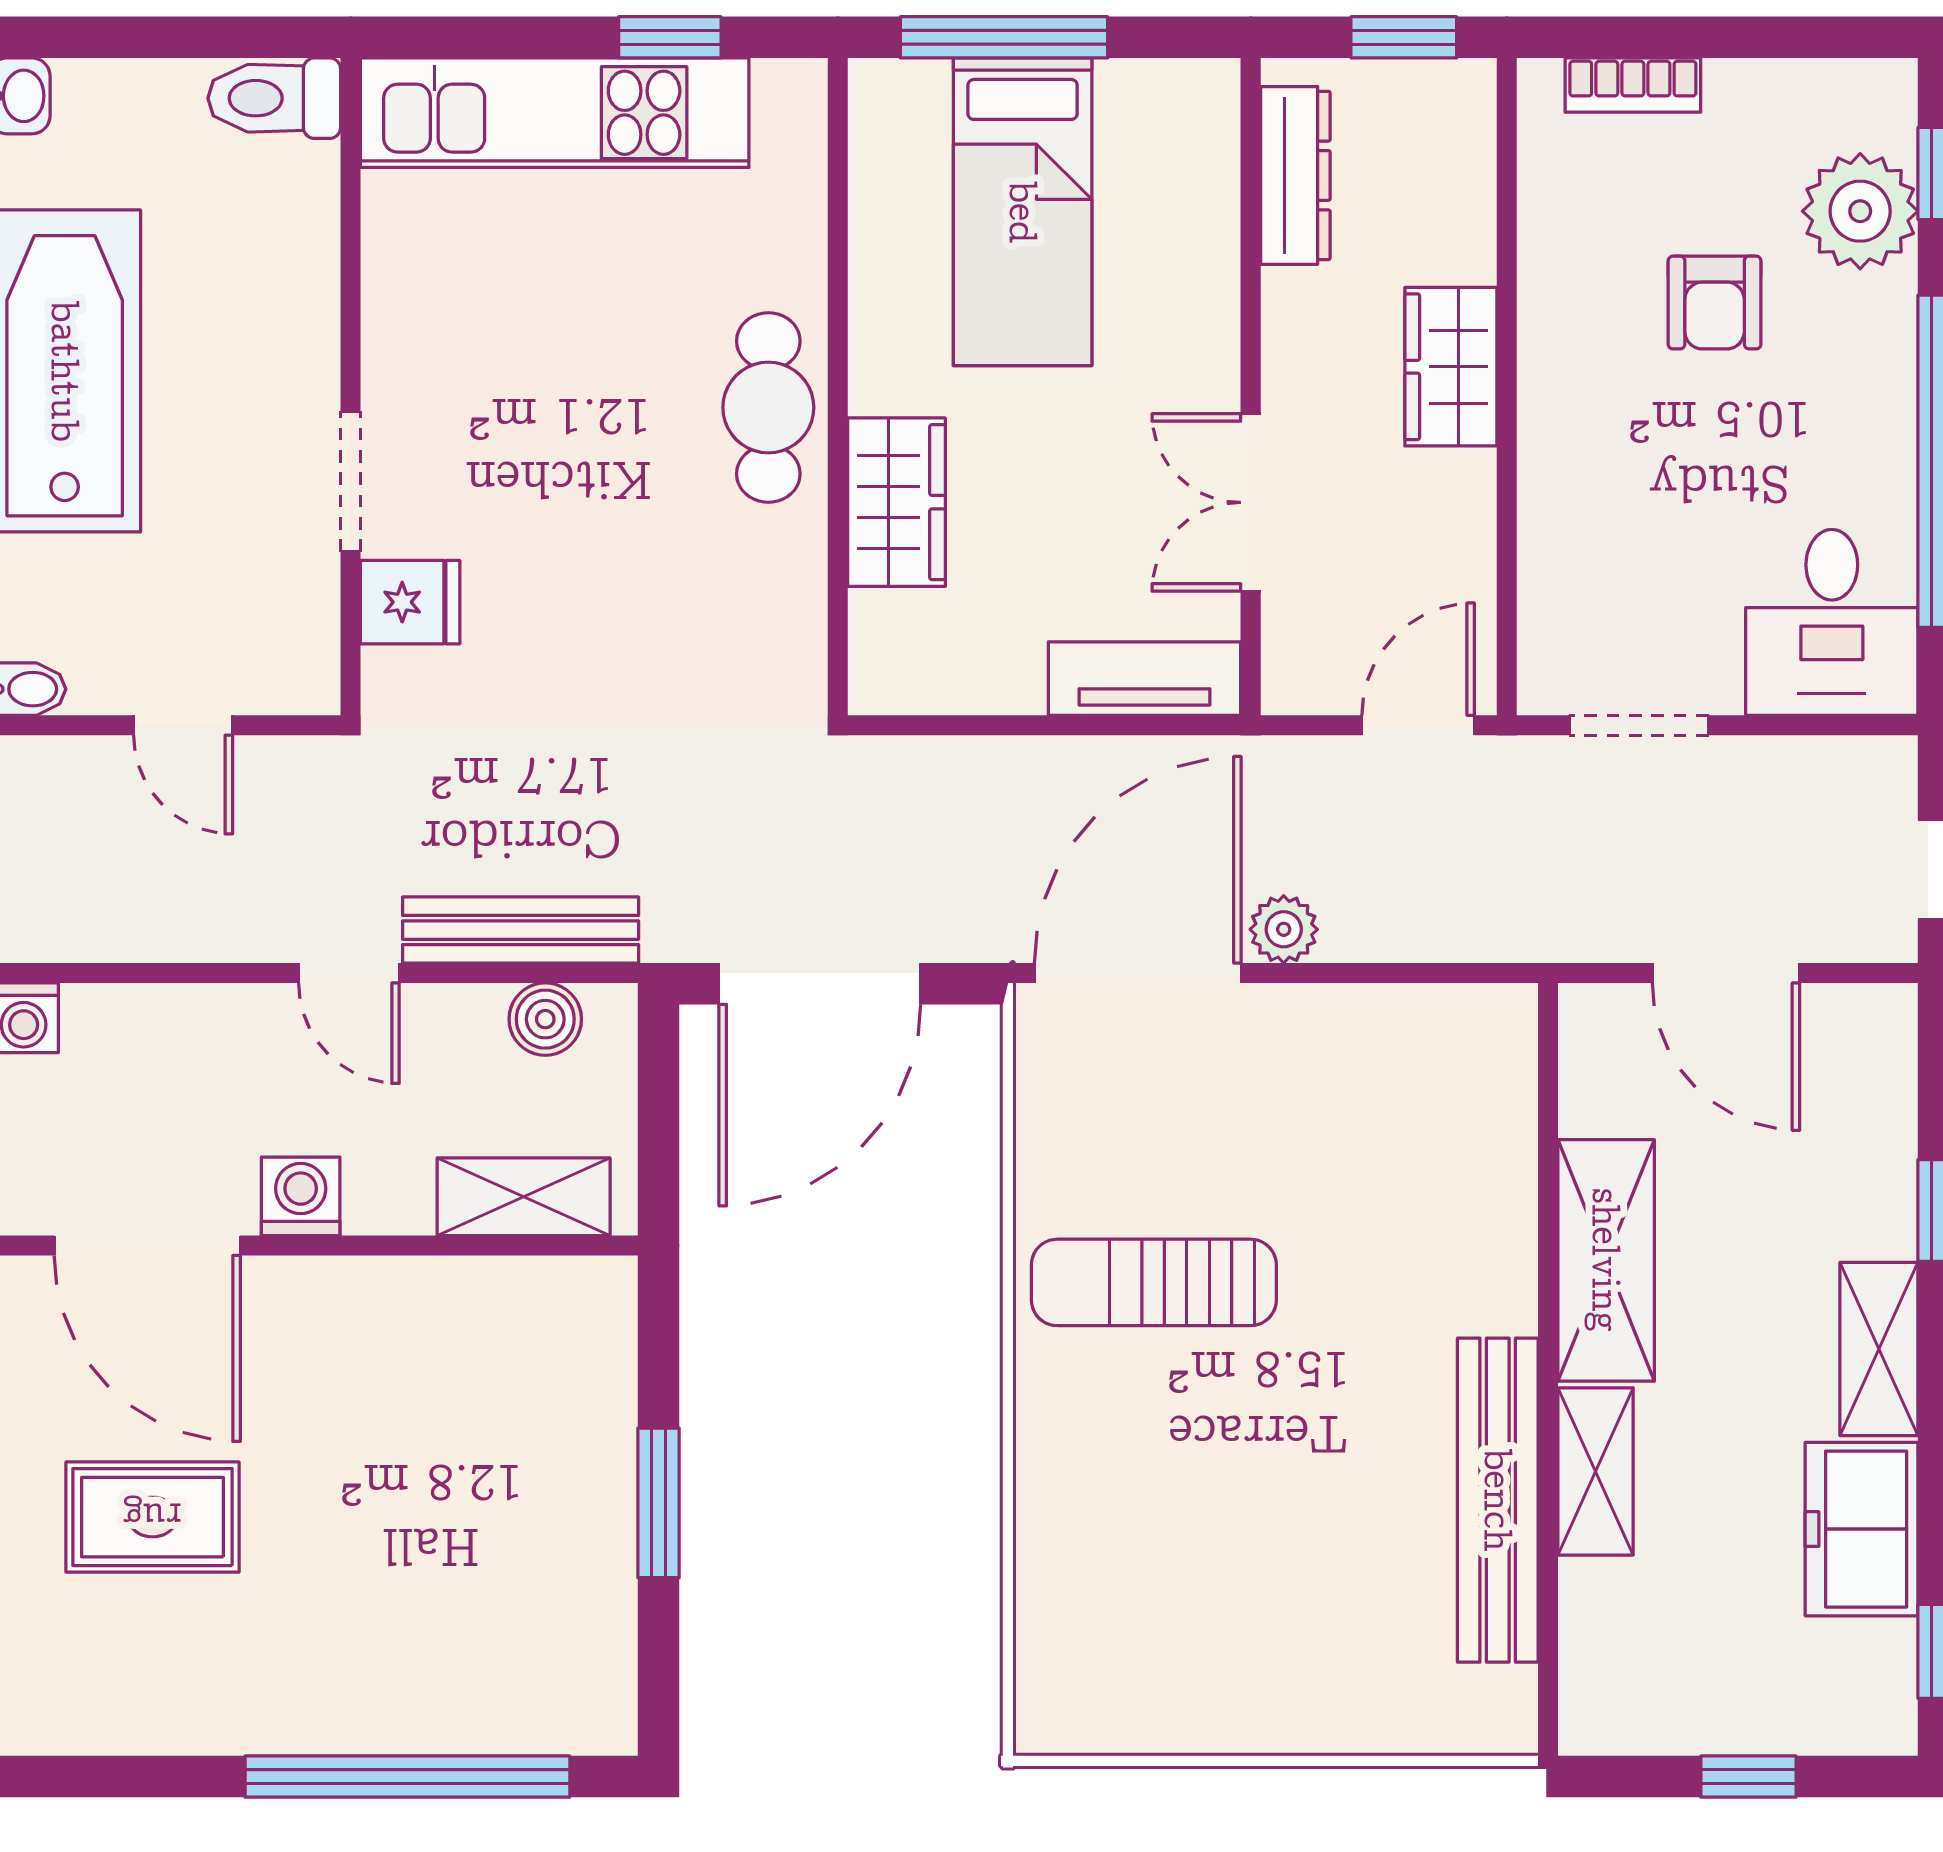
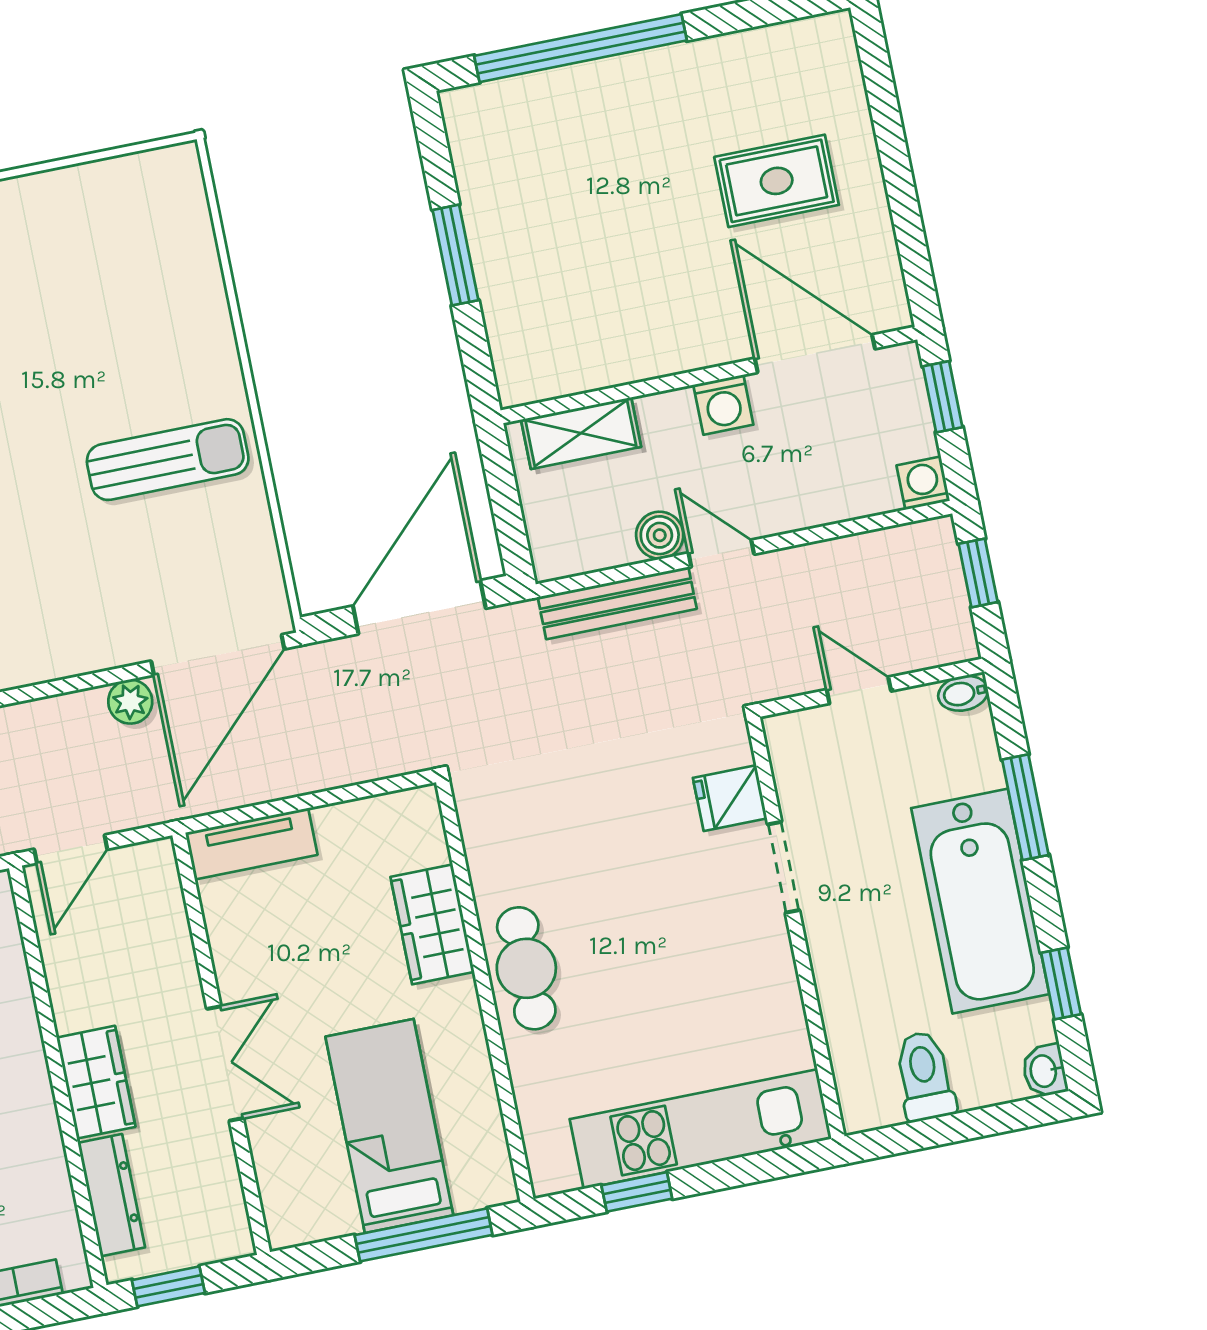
toilet: (274, 98) -> (925, 1076), moved, turned -90
dresser: (1295, 175) -> (111, 1195), moved, turned 180
double door: (1251, 502) -> (225, 1063), moved
boiler: (545, 1019) -> (660, 535), moved

